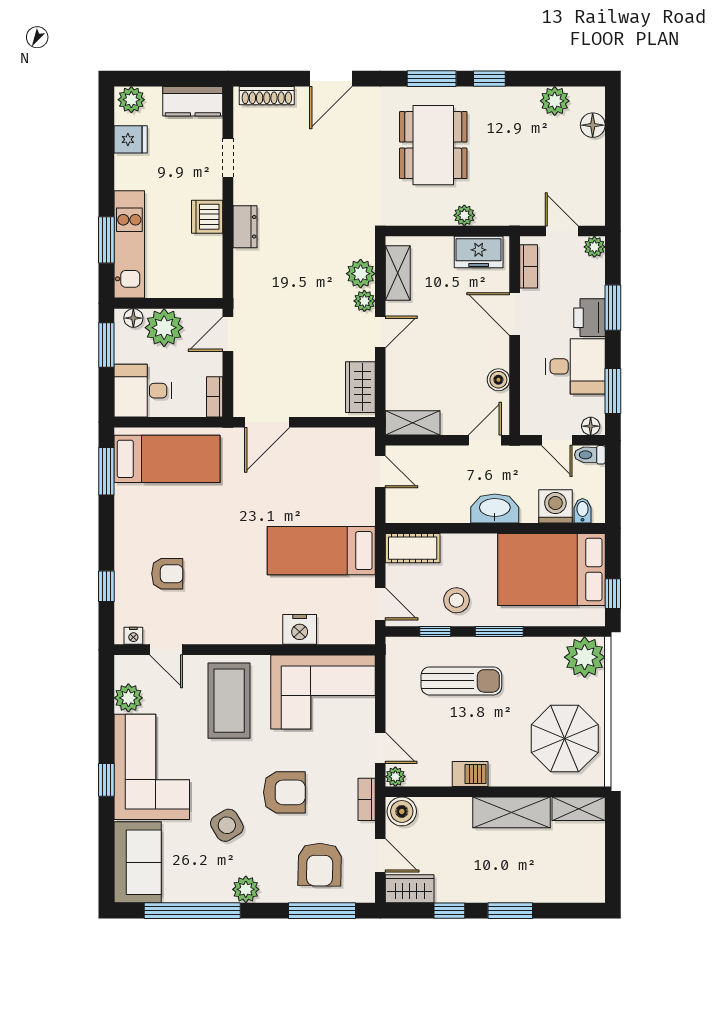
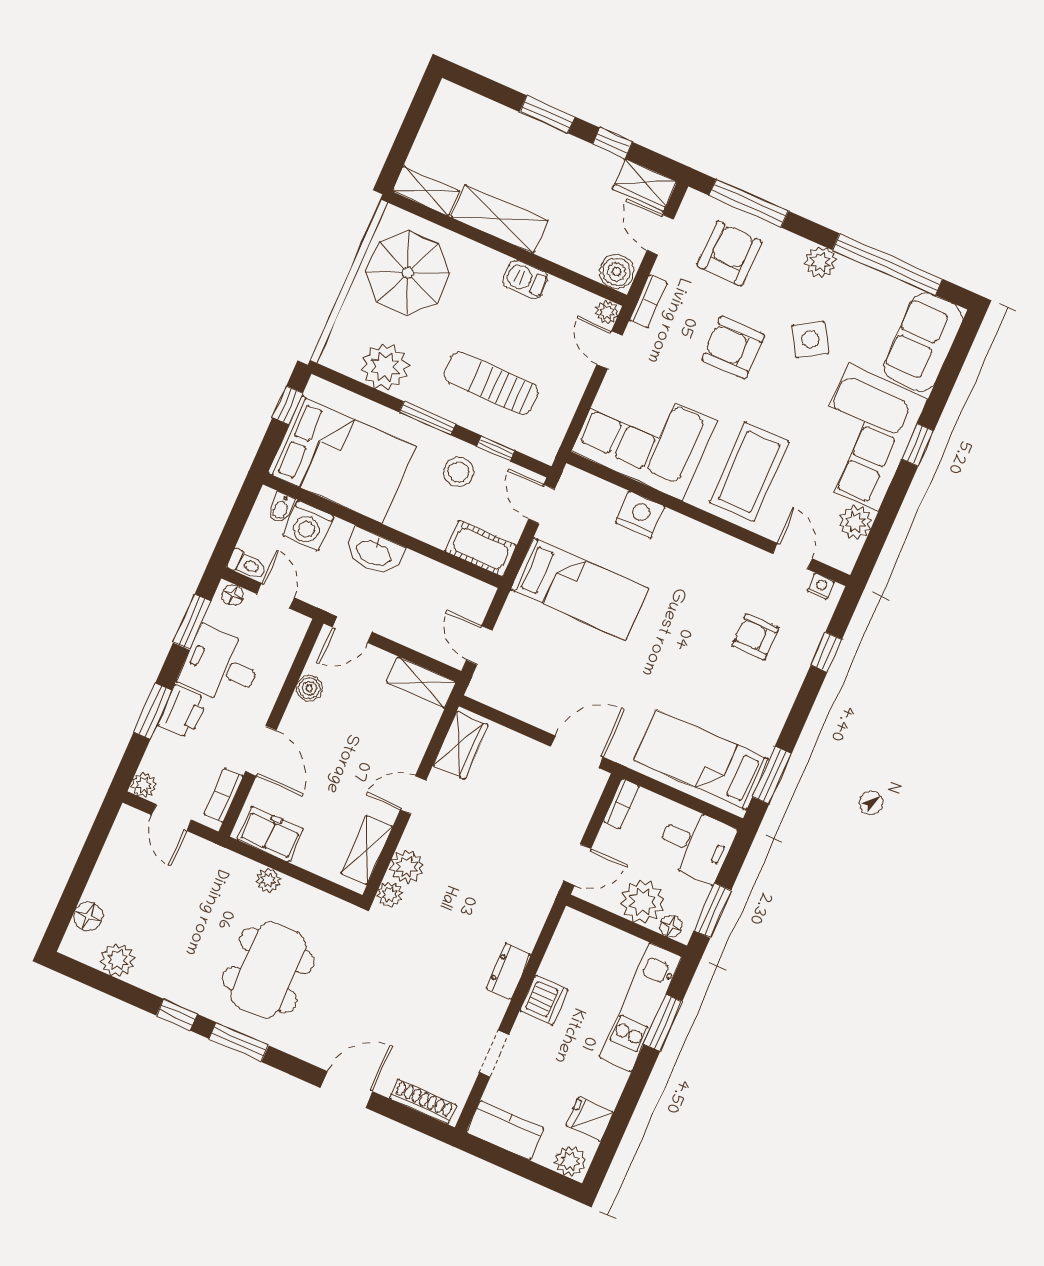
plant: (364, 301) -> (390, 894), moved
plant: (585, 657) -> (385, 367), moved

